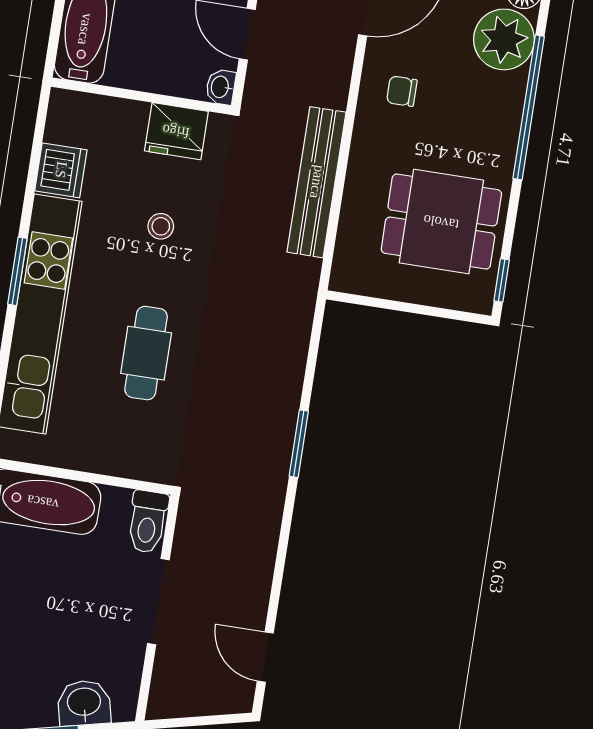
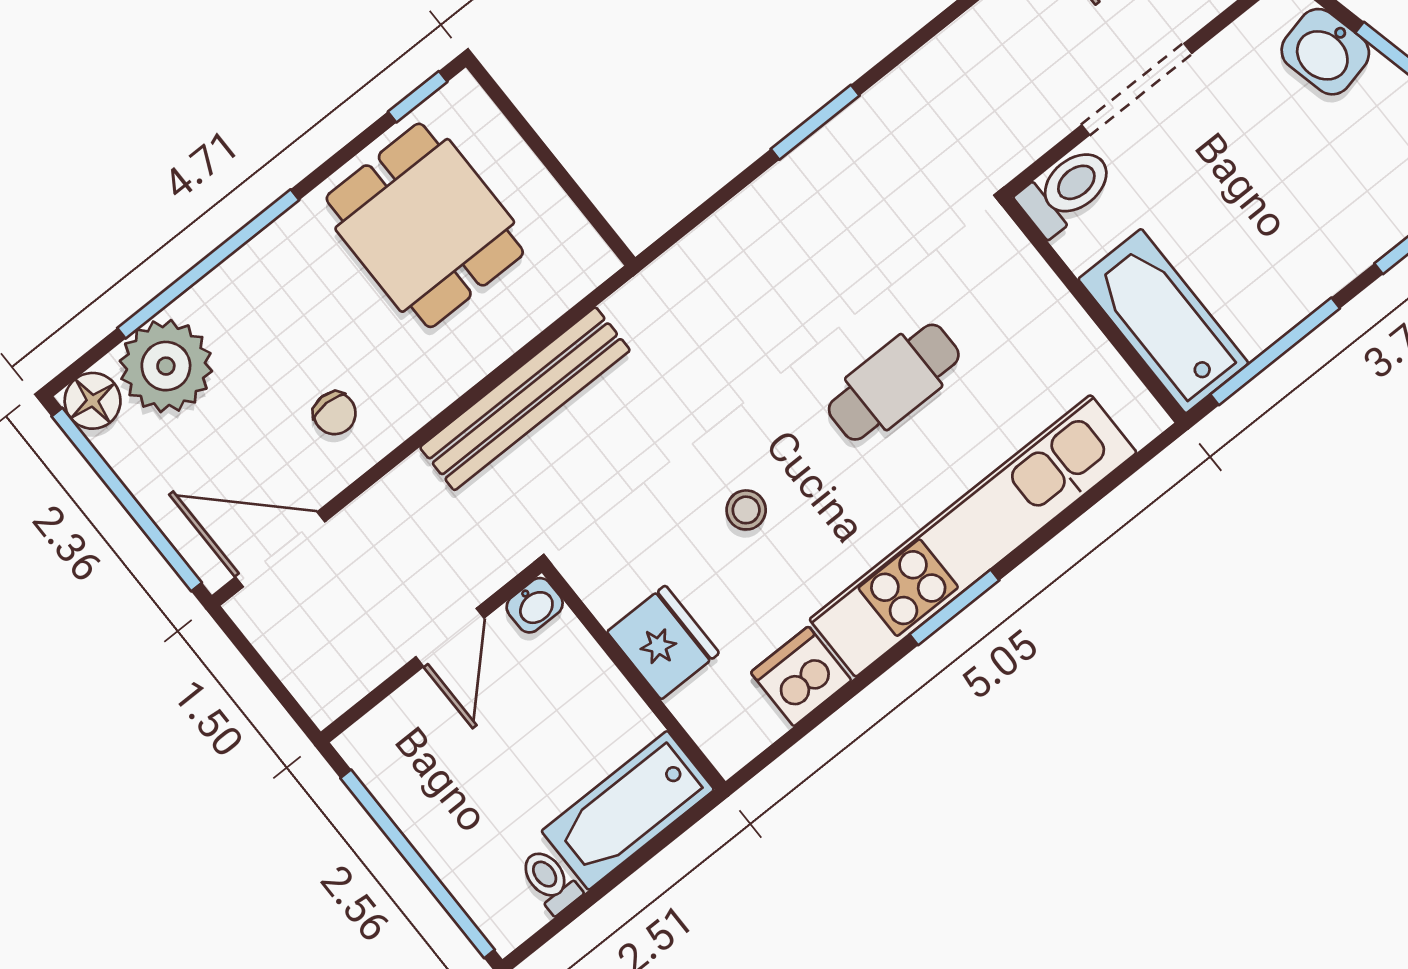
fridge: (176, 131) -> (663, 642), moved

